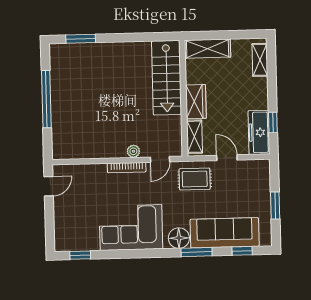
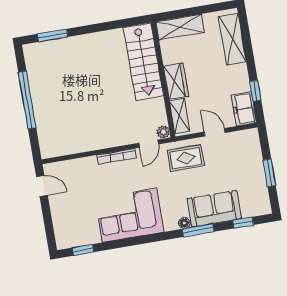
shelving: (260, 60) -> (232, 39), width x1.50, depth x1.33
freezer: (259, 132) -> (244, 109), width x0.71
plant: (133, 151) -> (163, 132), moved
door: (49, 186) -> (42, 186), hinge flipped
sofa: (225, 233) -> (214, 209), width x0.73
floor lamp: (179, 238) -> (184, 223), width x0.53, depth x0.53

